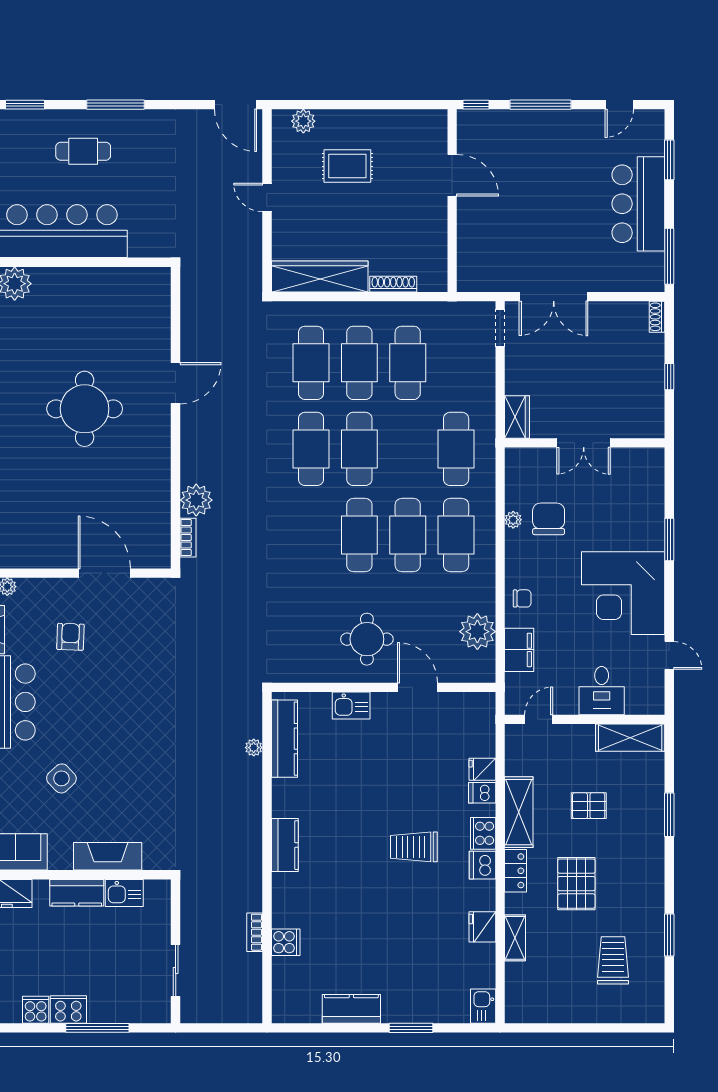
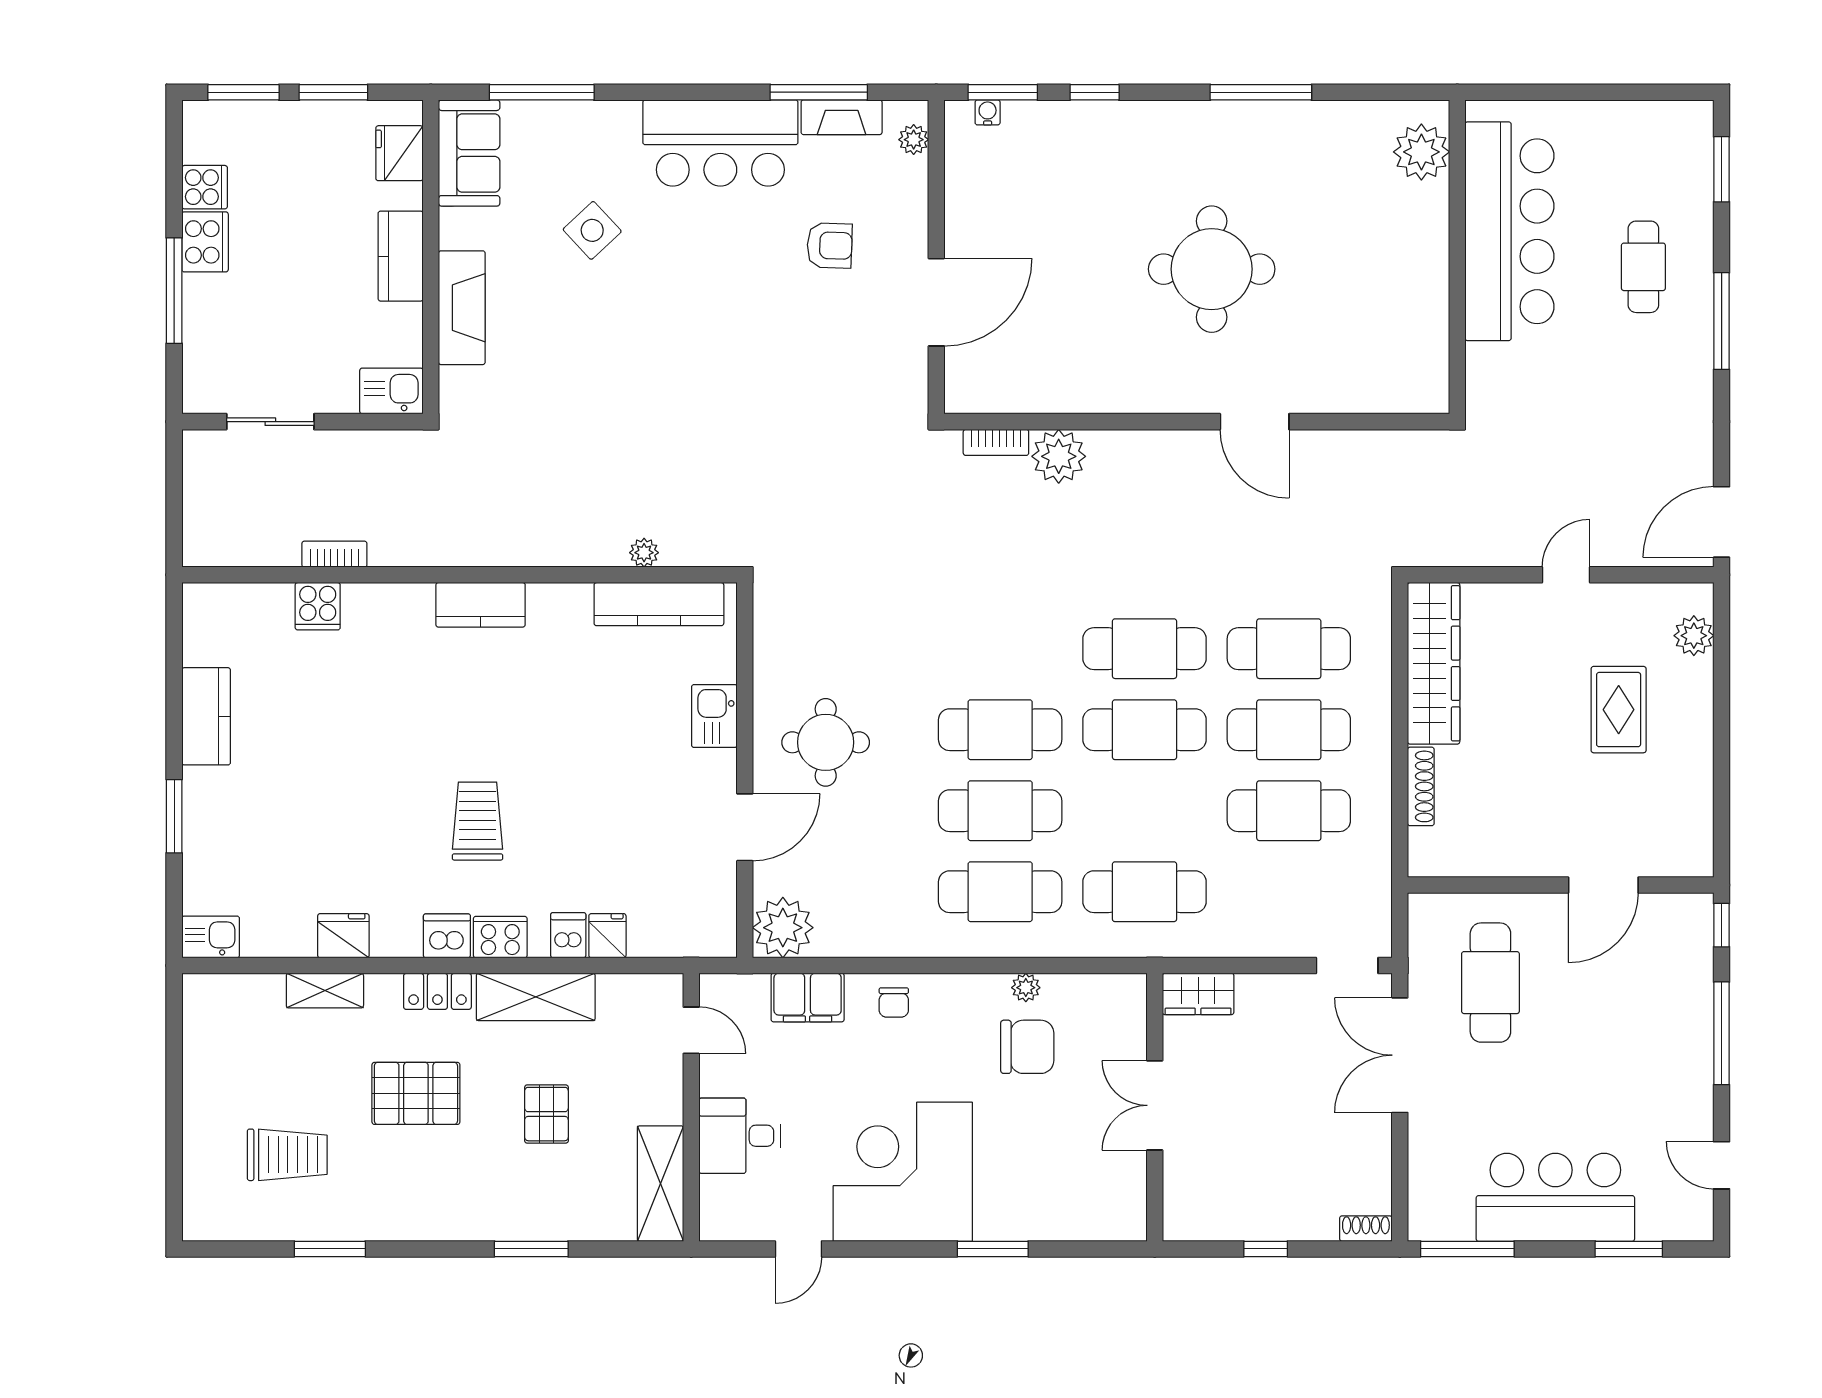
cafe table: (510, 242) -> (1490, 983), added
plant: (477, 632) -> (783, 928), moved
kitchen sink: (124, 893) -> (391, 391), moved, turned 90

